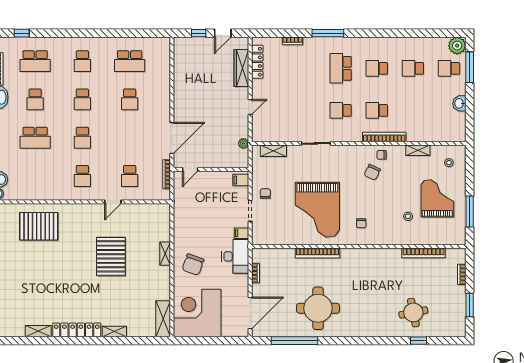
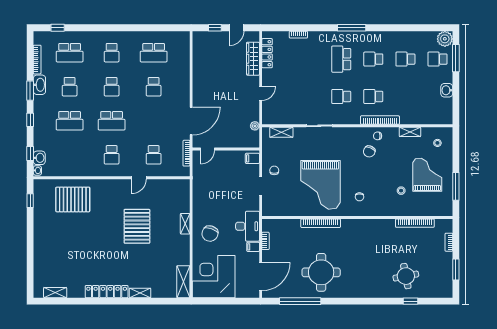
window: (328, 33) -> (352, 28), moved
school desk: (82, 138) -> (112, 121), width x1.85
filing cabinet: (242, 233) -> (253, 247), moved
shelving: (38, 331) -> (55, 293), moved

